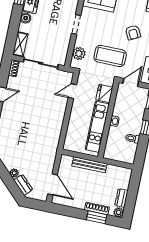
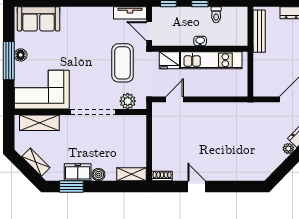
doorway: (76, 24) -> (93, 112), width x1.88
armchair: (133, 32) -> (88, 41), removed
sliding door: (41, 63) -> (149, 145), removed
door: (72, 91) -> (175, 99), swing flipped
bench: (89, 165) -> (259, 31), moved

